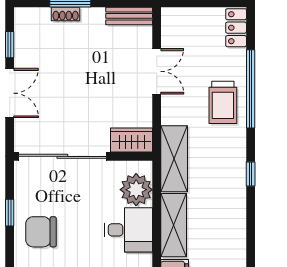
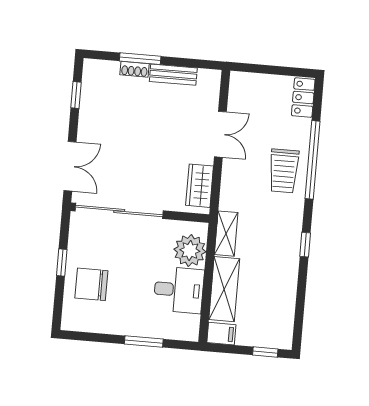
bench: (129, 16) -> (173, 75), moved
double door: (10, 93) -> (70, 166), moved
wardrobe: (132, 140) -> (200, 186), moved, turned -90
shelving: (174, 159) -> (226, 234), width x0.67, depth x0.75

